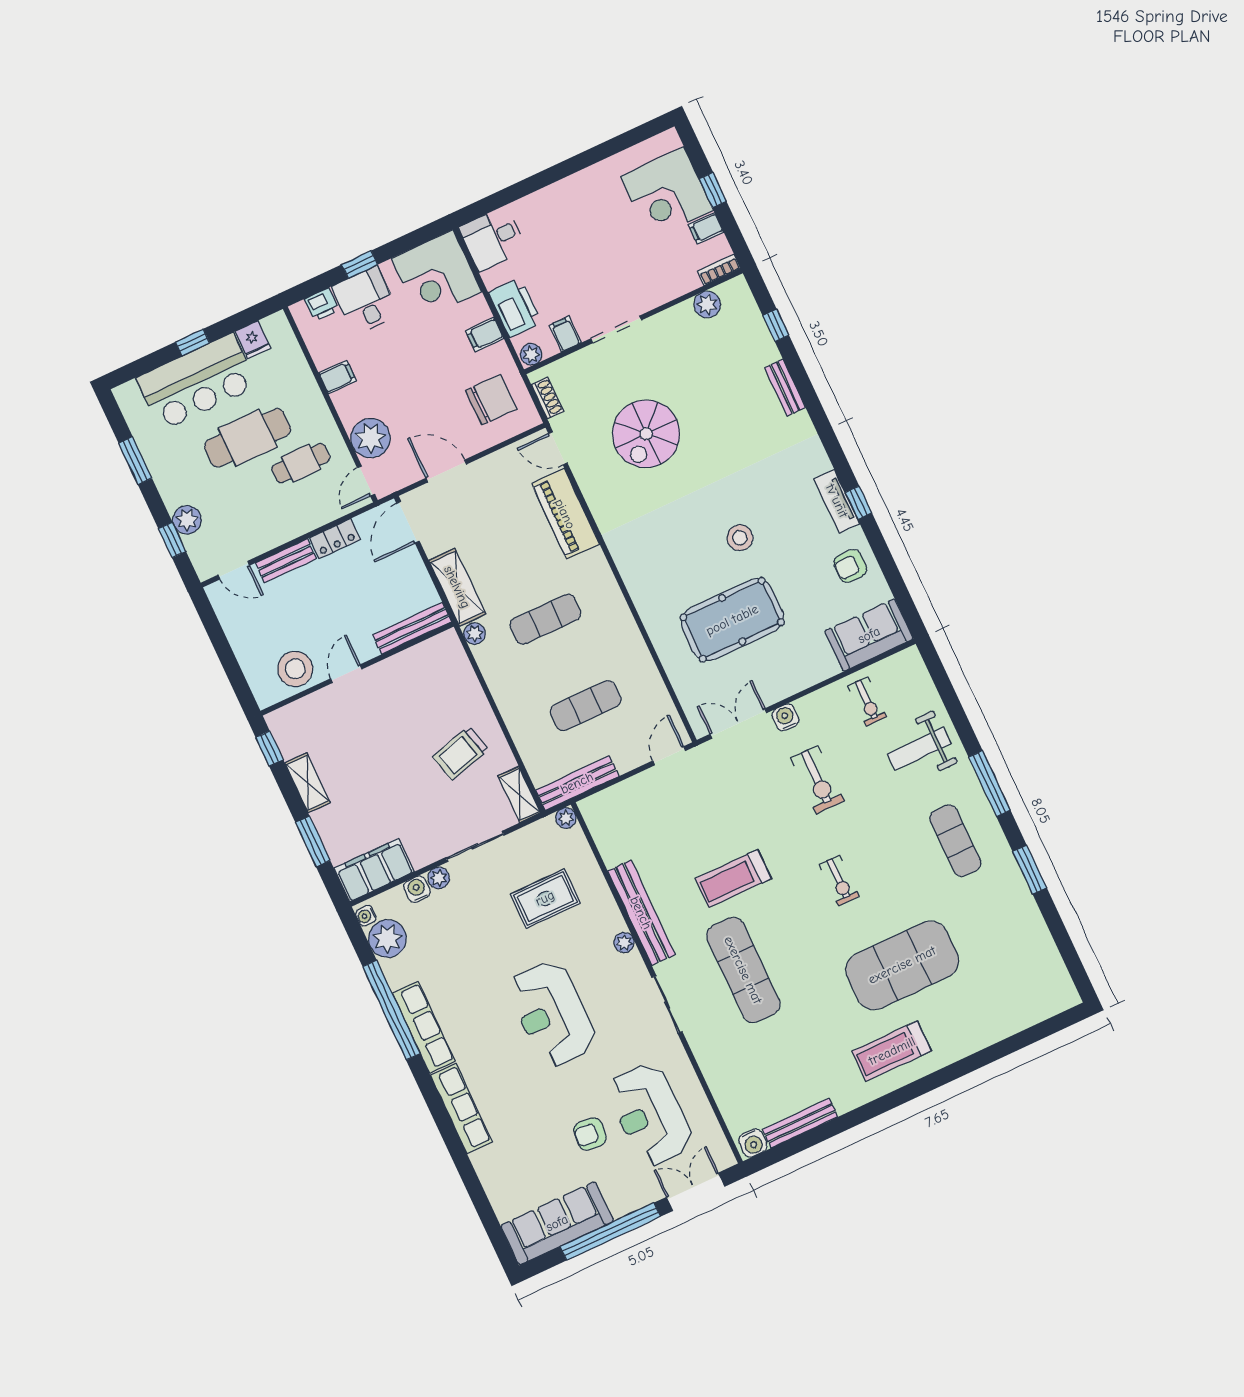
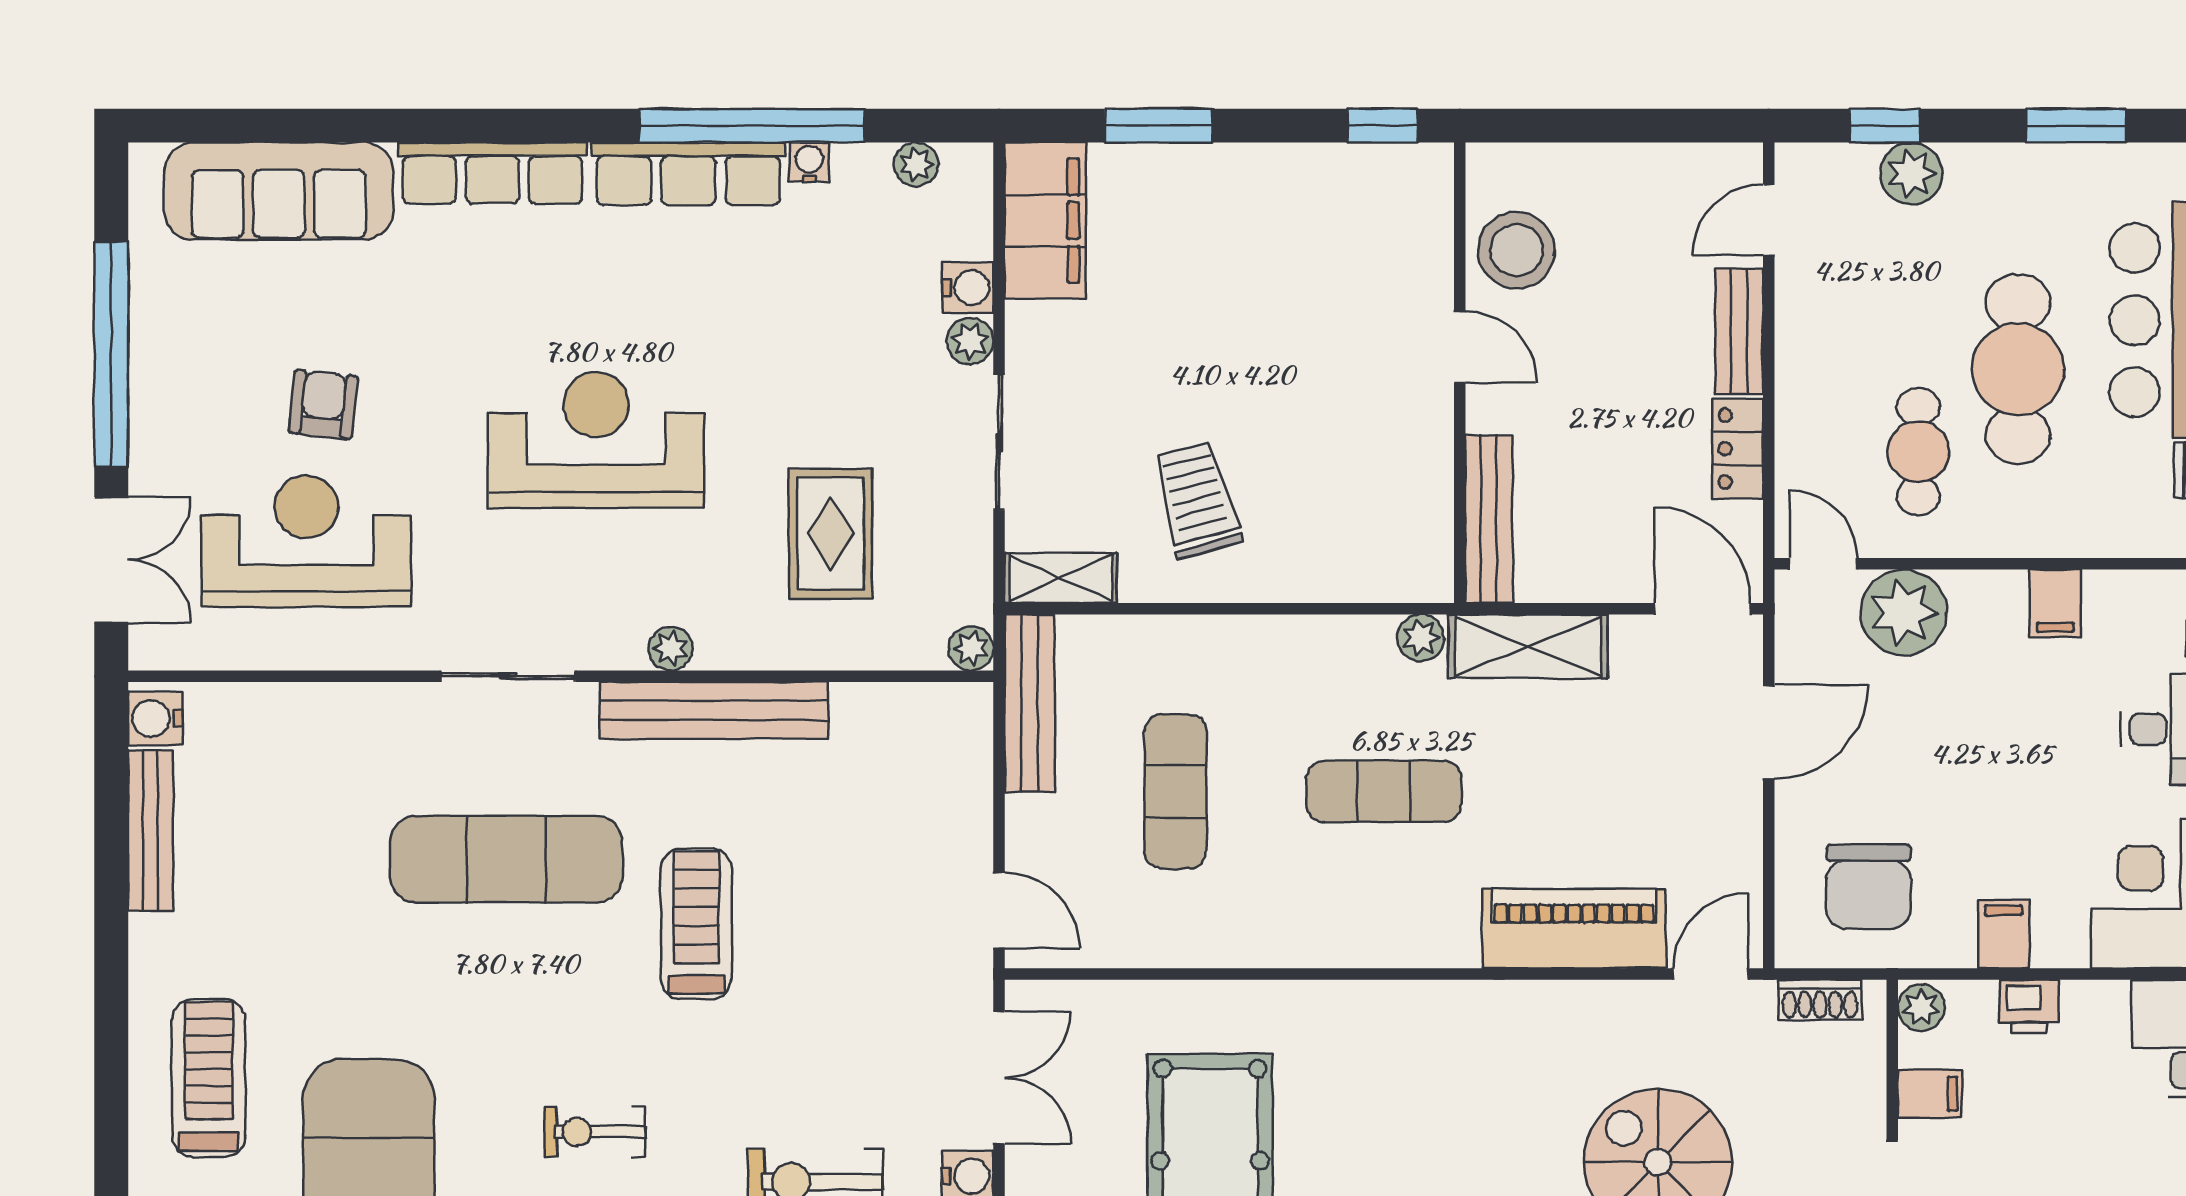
printer: (515, 308) -> (2029, 1006), width x0.53, depth x0.68
exercise mat: (545, 619) -> (1384, 791), turned 90
shelving: (308, 783) -> (1279, 169), removed
water cooler: (366, 916) -> (809, 162), moved
plant: (387, 939) -> (916, 164), width x0.53, depth x0.53
sofa: (557, 1223) -> (279, 191), moved, turned 90

